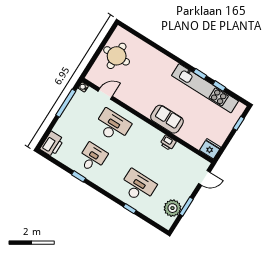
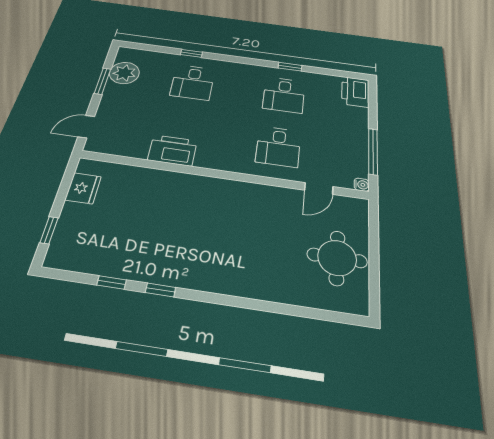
kitchen unit: (205, 88) -> (140, 267), removed
sofa: (167, 119) -> (190, 189), removed
desk: (113, 126) -> (278, 147), width x0.73
printer: (168, 143) -> (173, 150), width x1.87, depth x1.48
fridge: (210, 149) -> (83, 188), moved, turned -90
desk: (138, 186) -> (193, 82), width x0.73

